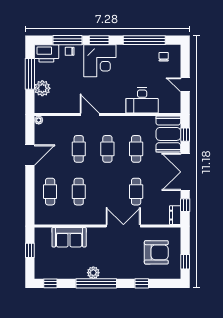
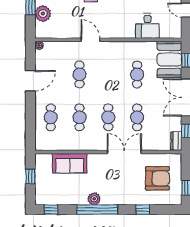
desk: (142, 100) -> (147, 26), width x0.73
cafe table: (107, 149) -> (108, 117), moved

